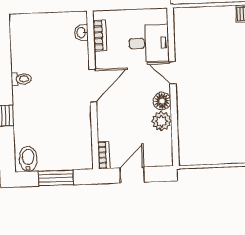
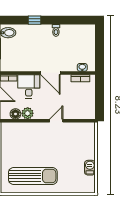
desk: (149, 43) -> (29, 86), moved, turned 180
floor lamp: (162, 101) -> (15, 114), moved

